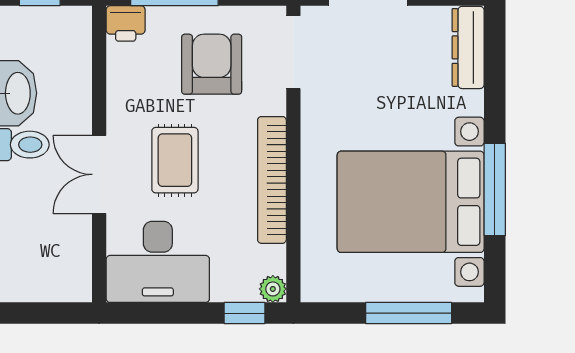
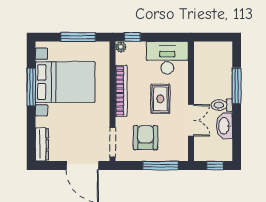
printer: (126, 23) -> (180, 154), removed
armchair: (212, 64) -> (146, 138), turned 180
double door: (99, 174) -> (191, 120), moved
window: (409, 313) -> (78, 37), moved

